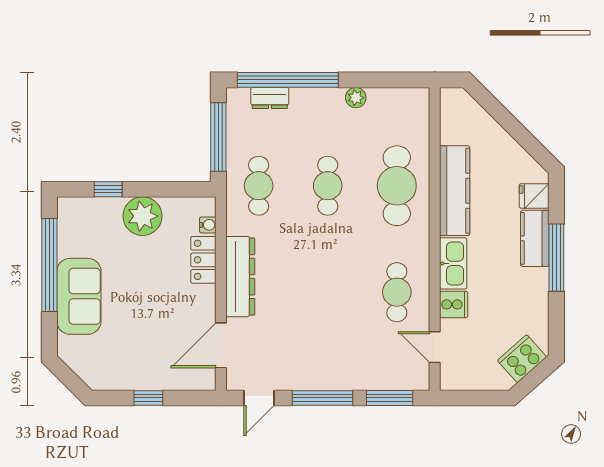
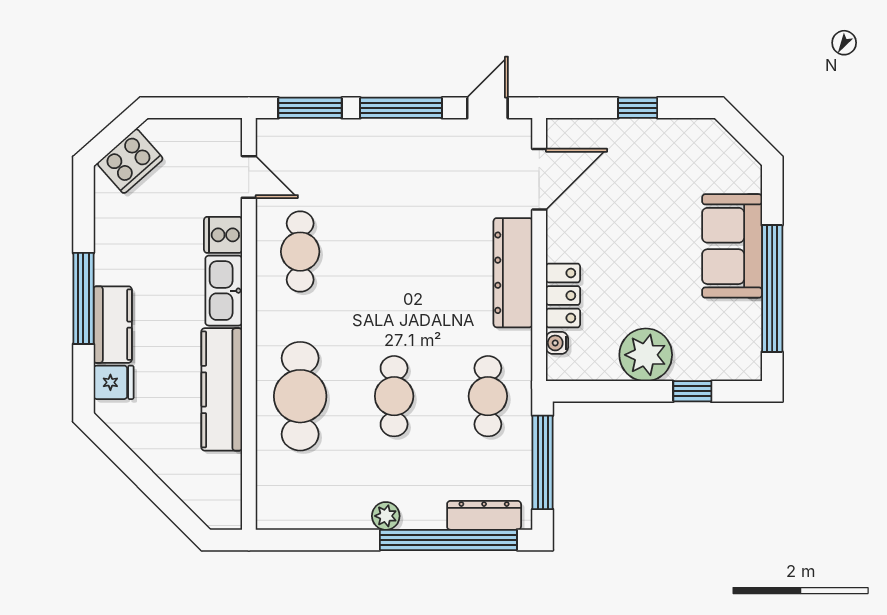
dresser: (270, 98) -> (484, 515), width x1.44
plant: (356, 98) -> (386, 516), moved

